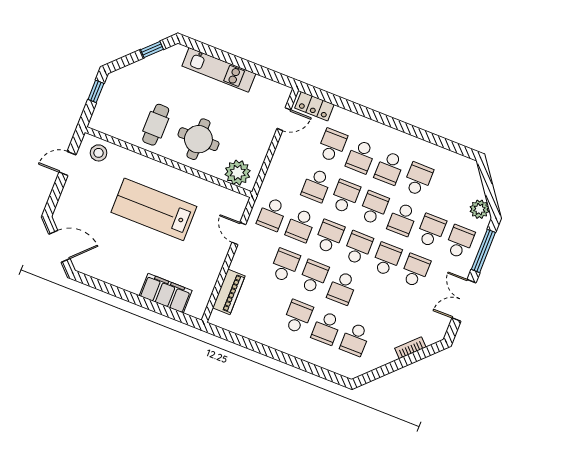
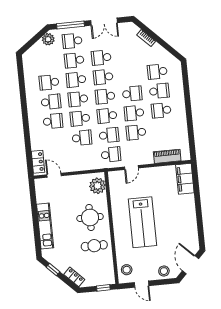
locker: (126, 74) -> (74, 277), added
window: (96, 91) -> (103, 288), moved
school desk: (332, 145) -> (55, 141), removed
stool: (70, 204) -> (164, 271), added
school desk: (402, 219) -> (76, 80), turned 180
filing cabinet: (166, 293) -> (185, 179), moved
school desk: (355, 339) -> (157, 72), turned 180

